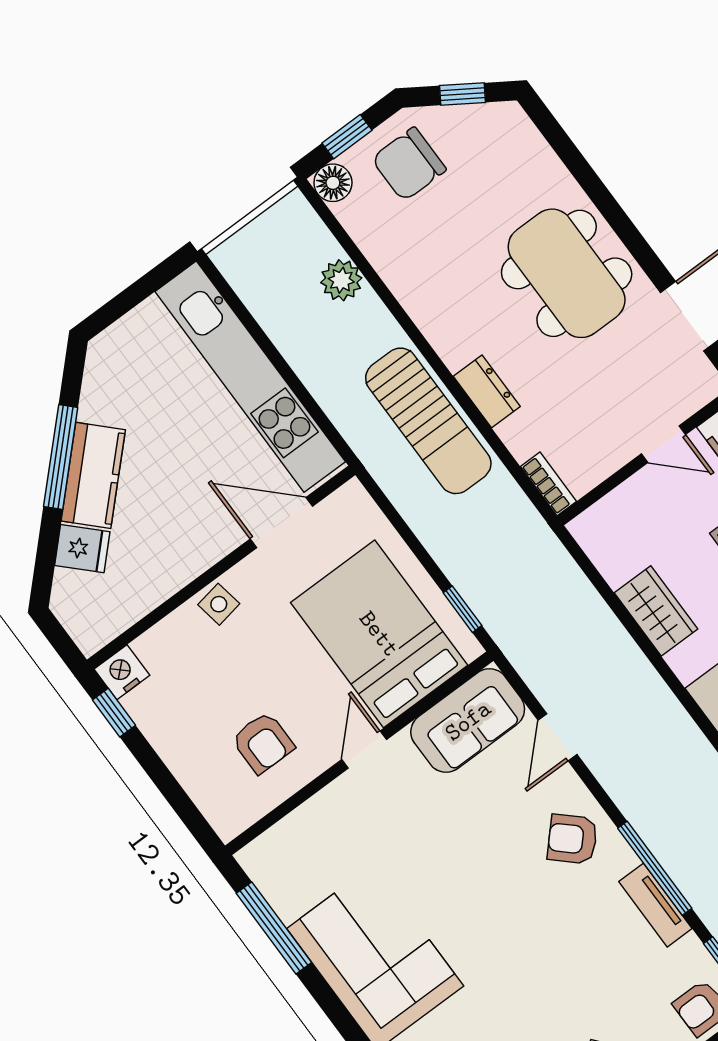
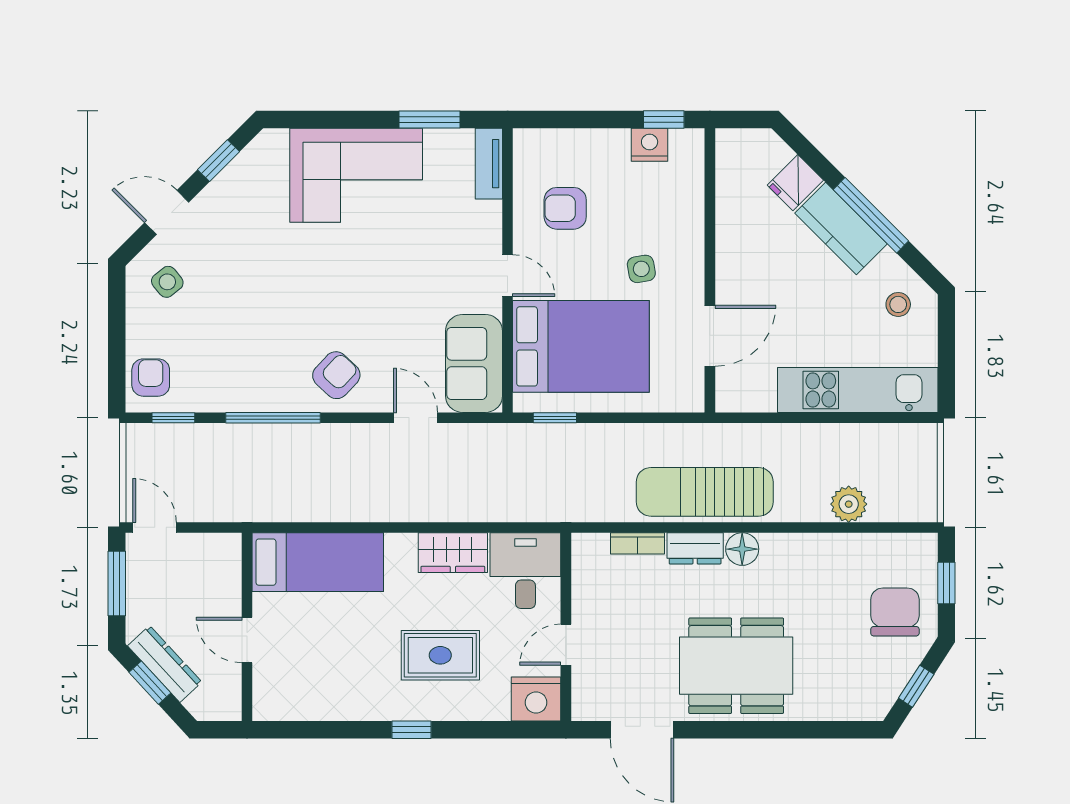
floor lamp: (333, 183) -> (742, 549), moved
stool: (124, 371) -> (898, 304), added
kitchen unit: (250, 377) -> (858, 390), width x0.73
bookcase: (548, 484) -> (637, 543), moved
desk: (623, 532) -> (525, 571), added
side table: (219, 604) -> (641, 269), moved
nightstand: (122, 672) -> (650, 145), moved, turned -90
tv unit: (655, 905) -> (489, 164), moved, turned -90
window: (274, 928) -> (430, 119), width x0.69

